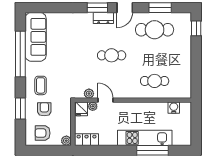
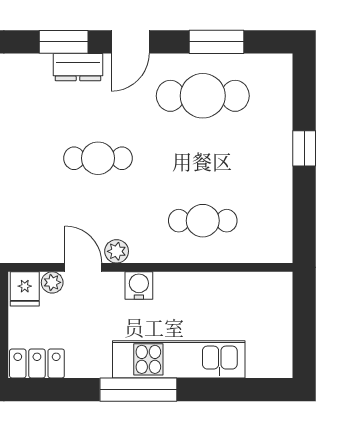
window: (196, 28) -> (304, 148), moved
plant: (89, 94) -> (117, 251), moved
water cooler: (174, 108) -> (139, 286), moved
window: (153, 150) -> (138, 390), moved

